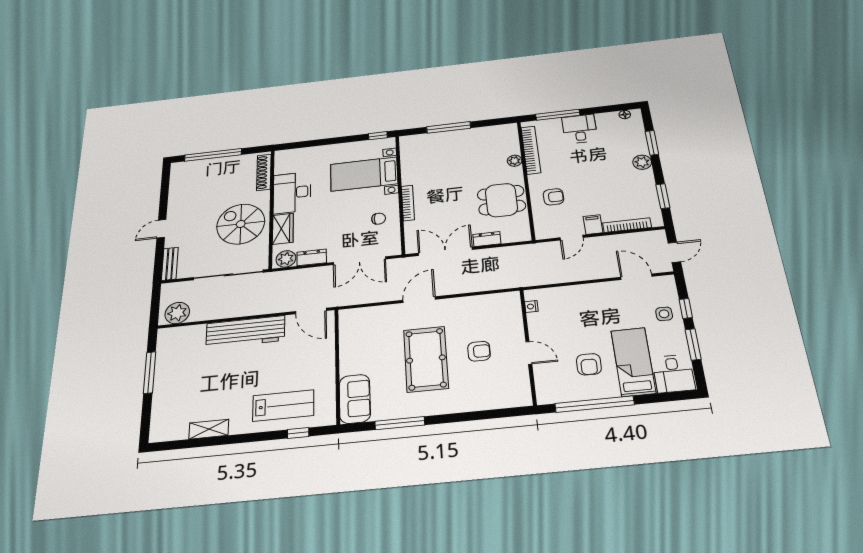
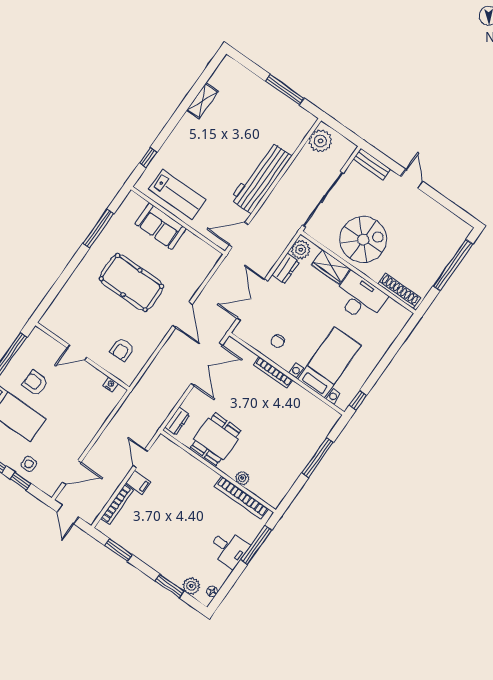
plant: (642, 162) -> (191, 586), moved
armchair: (553, 197) -> (186, 477), removed
dresser: (487, 239) -> (177, 421), moved
armchair: (479, 351) -> (122, 349), moved
sofa: (355, 399) -> (161, 226), moved
lab bench: (283, 405) -> (177, 194), moved, turned -90

